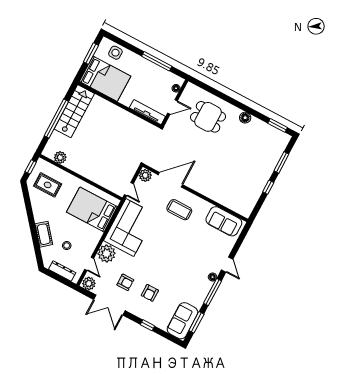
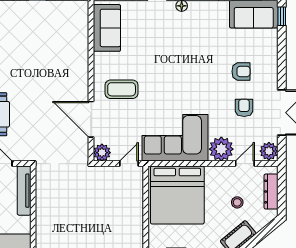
bed: (92, 209) -> (177, 195), width x1.36
coffee table: (179, 210) -> (122, 89), turned 90
window: (147, 325) -> (282, 16), moved

